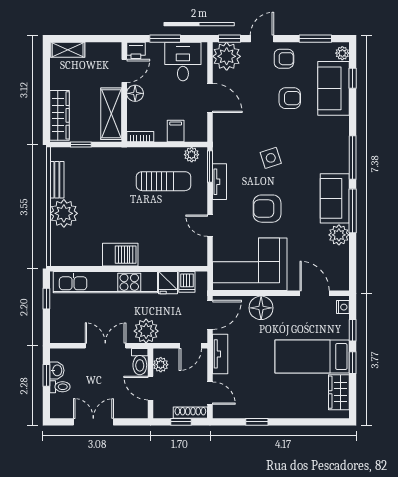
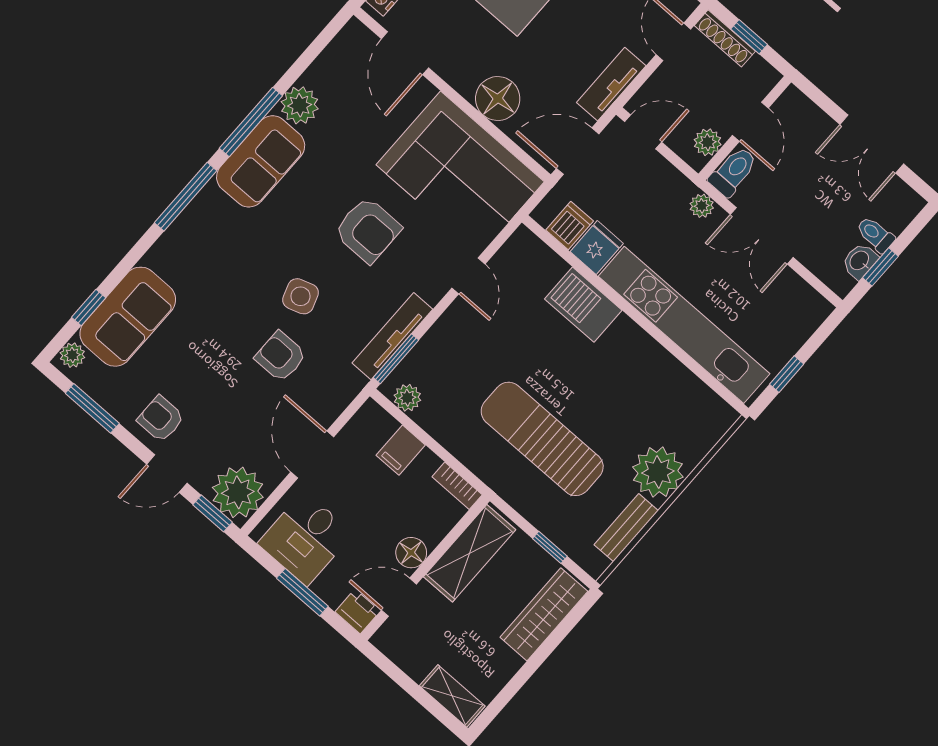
armchair: (290, 98) -> (281, 357), moved
sun lounger: (164, 181) -> (542, 439), moved, width x1.36, depth x1.34
tv unit: (219, 182) -> (392, 336), width x1.41
barbecue: (120, 255) -> (583, 305), moved
plant: (146, 331) -> (702, 206), width x0.53, depth x0.53

